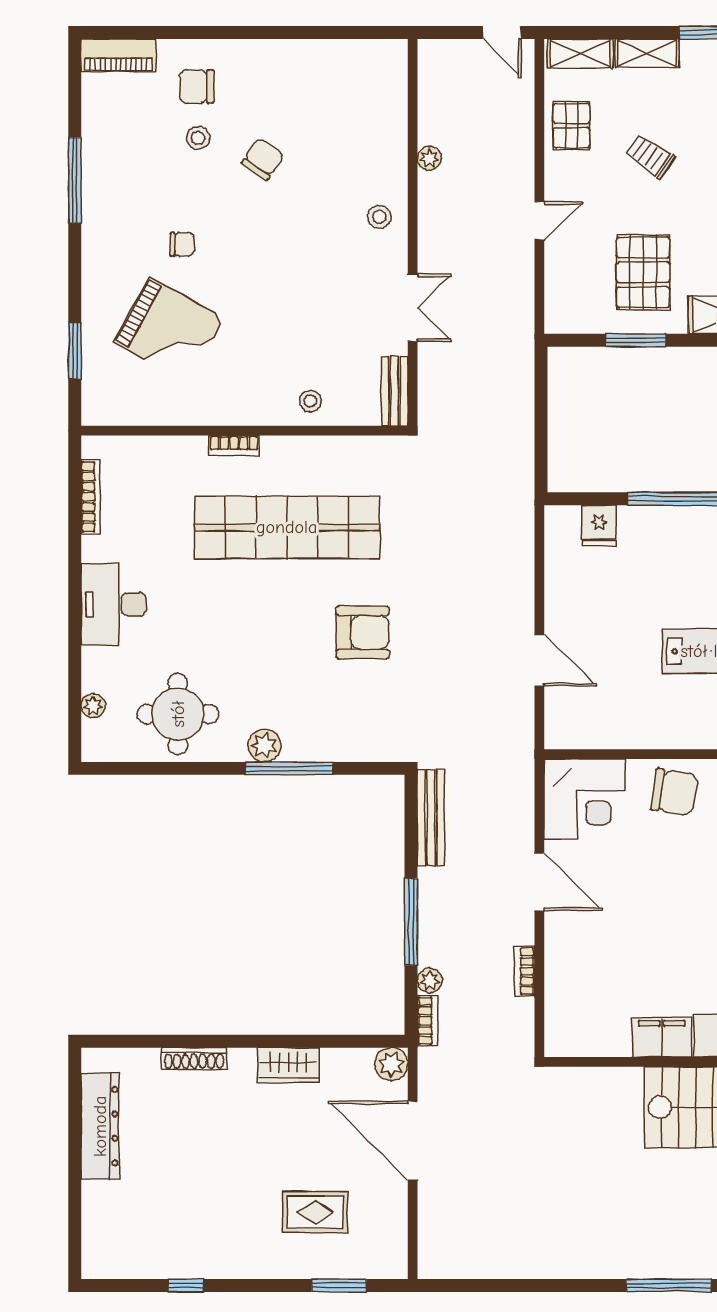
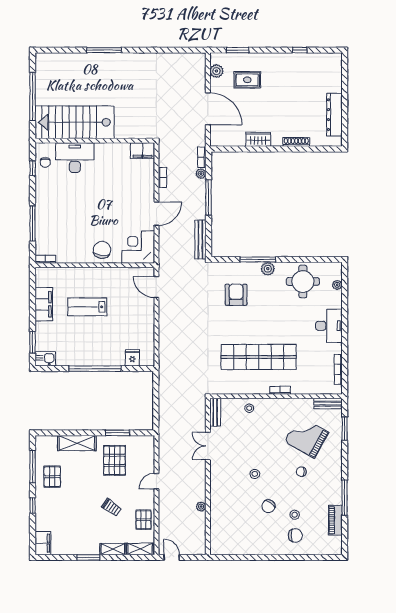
piano: (118, 55) -> (335, 520), moved, turned -90
stool: (379, 217) -> (255, 474), moved
bench: (116, 413) -> (328, 404), added
armchair: (363, 632) -> (236, 295), moved, turned 90
door: (539, 660) -> (156, 287), moved
chair: (674, 792) -> (102, 250), turned 88
door: (539, 882) -> (156, 214), swing flipped
filing cabinet: (662, 1037) -> (142, 151), moved
plant: (391, 1064) -> (216, 71), moved

